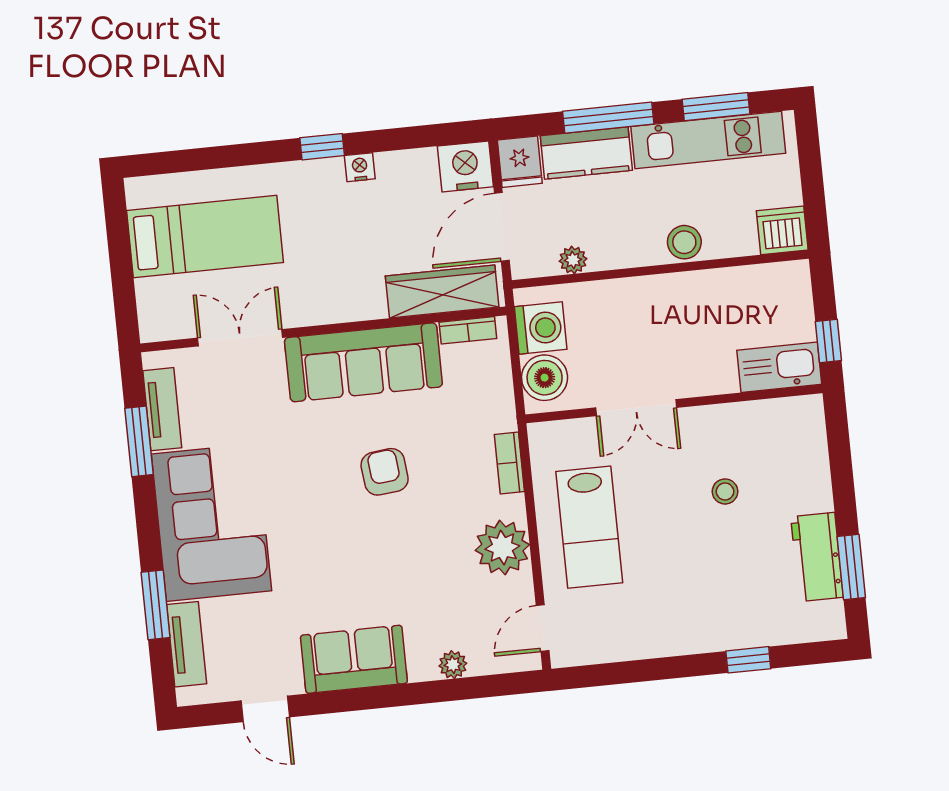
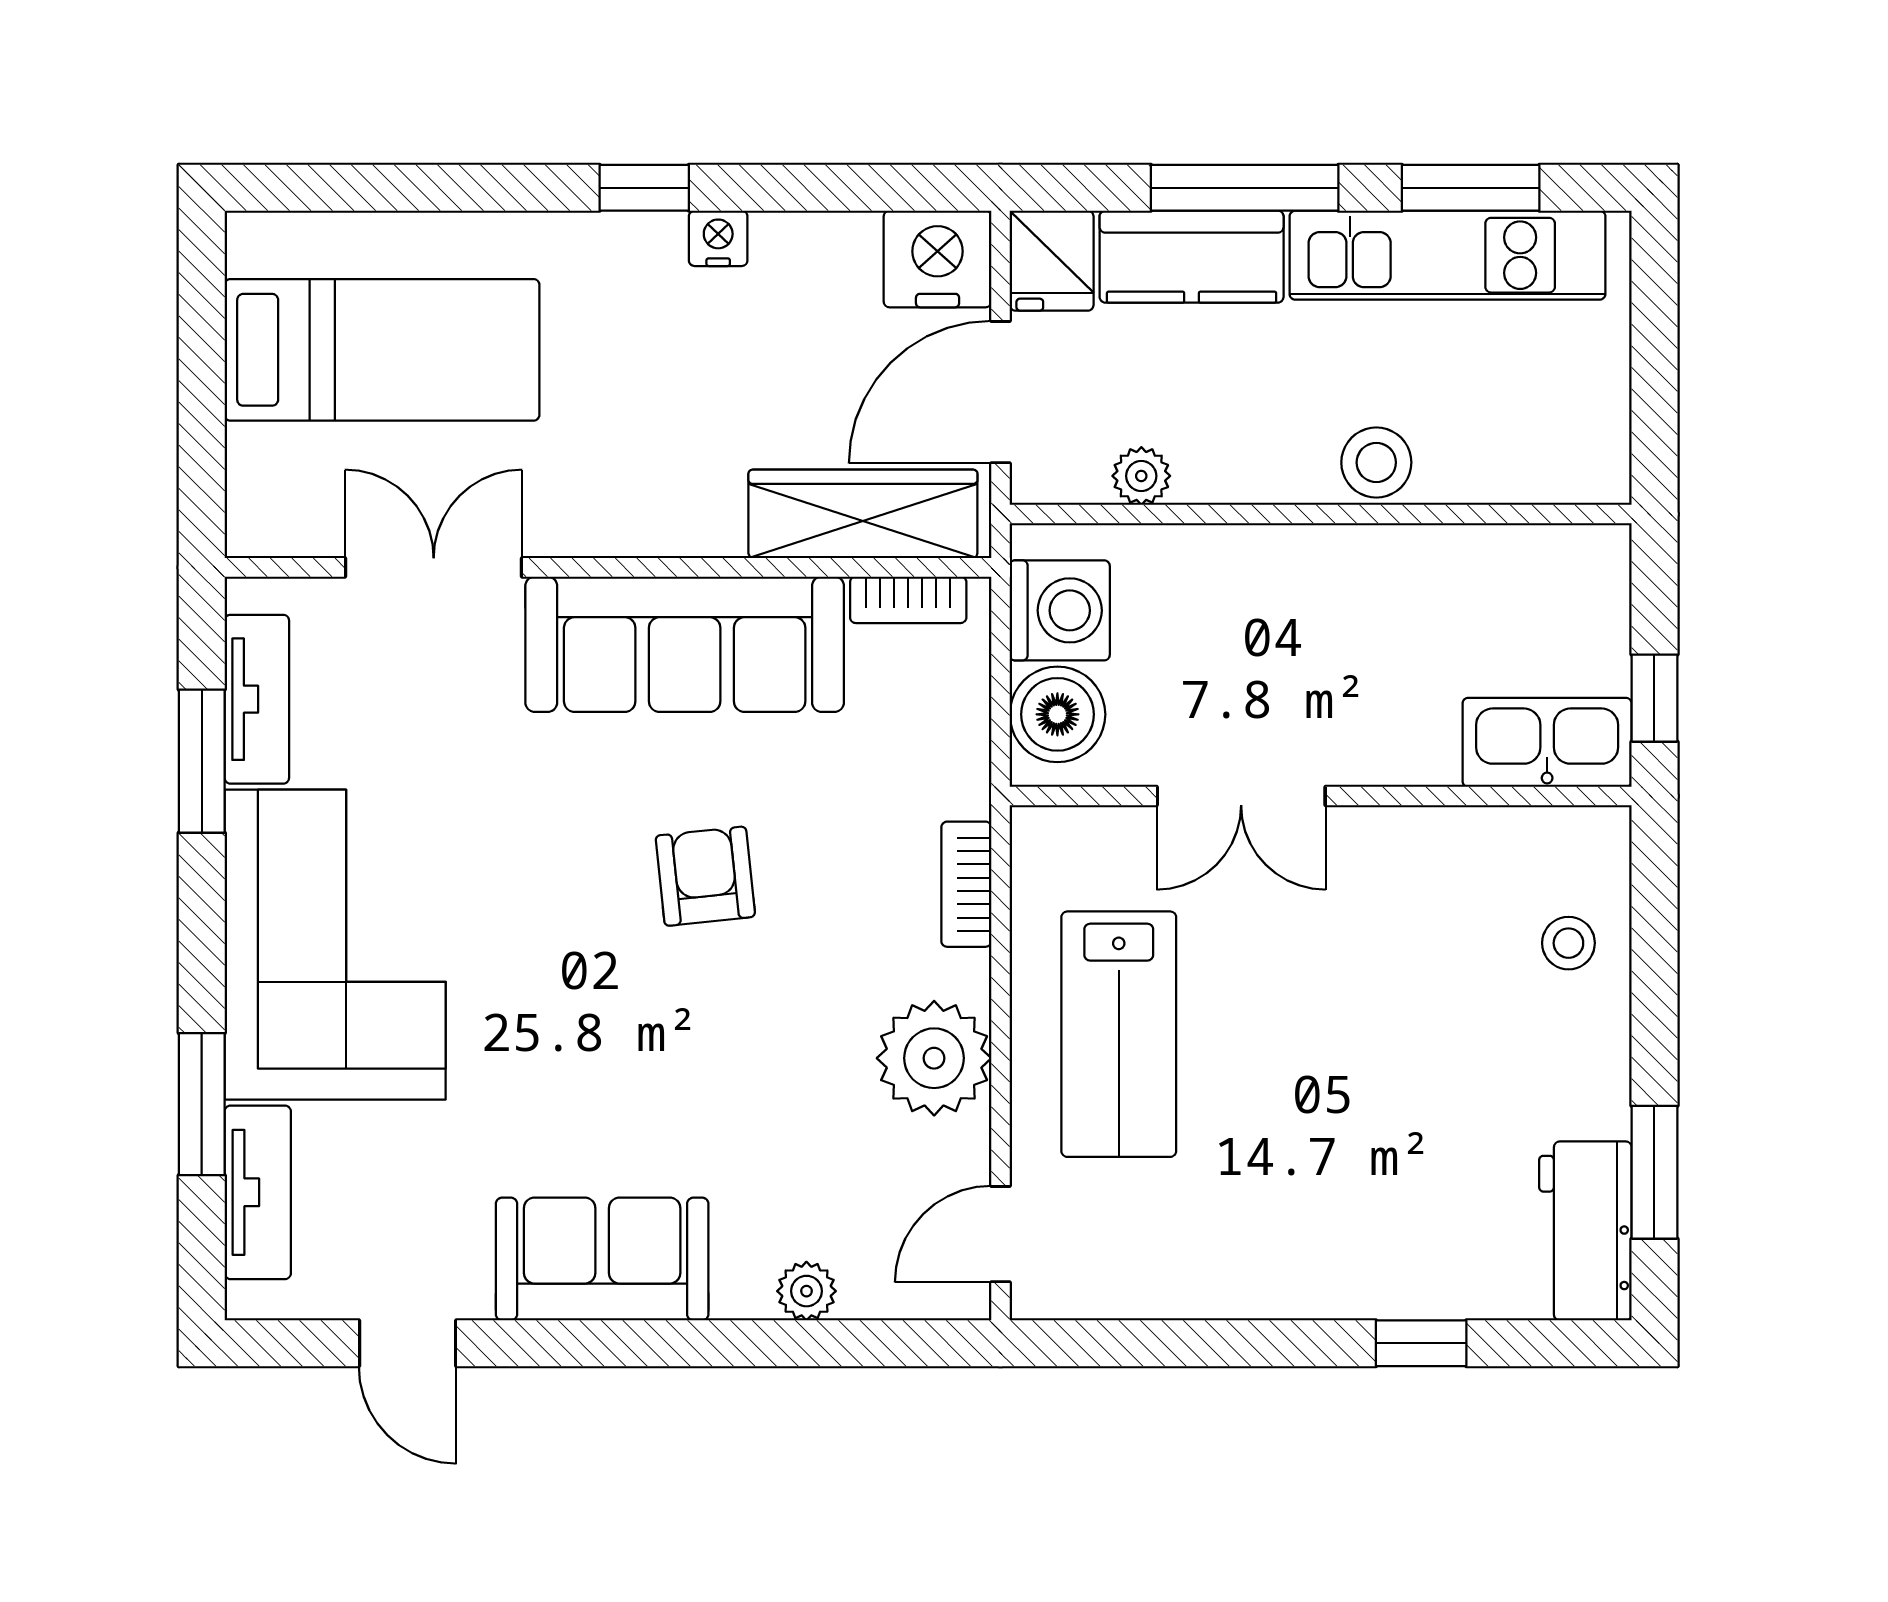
dishwasher: (782, 230) -> (1582, 459), removed
stool: (725, 491) -> (1568, 943), moved
workbench: (817, 557) -> (1585, 1231), moved

